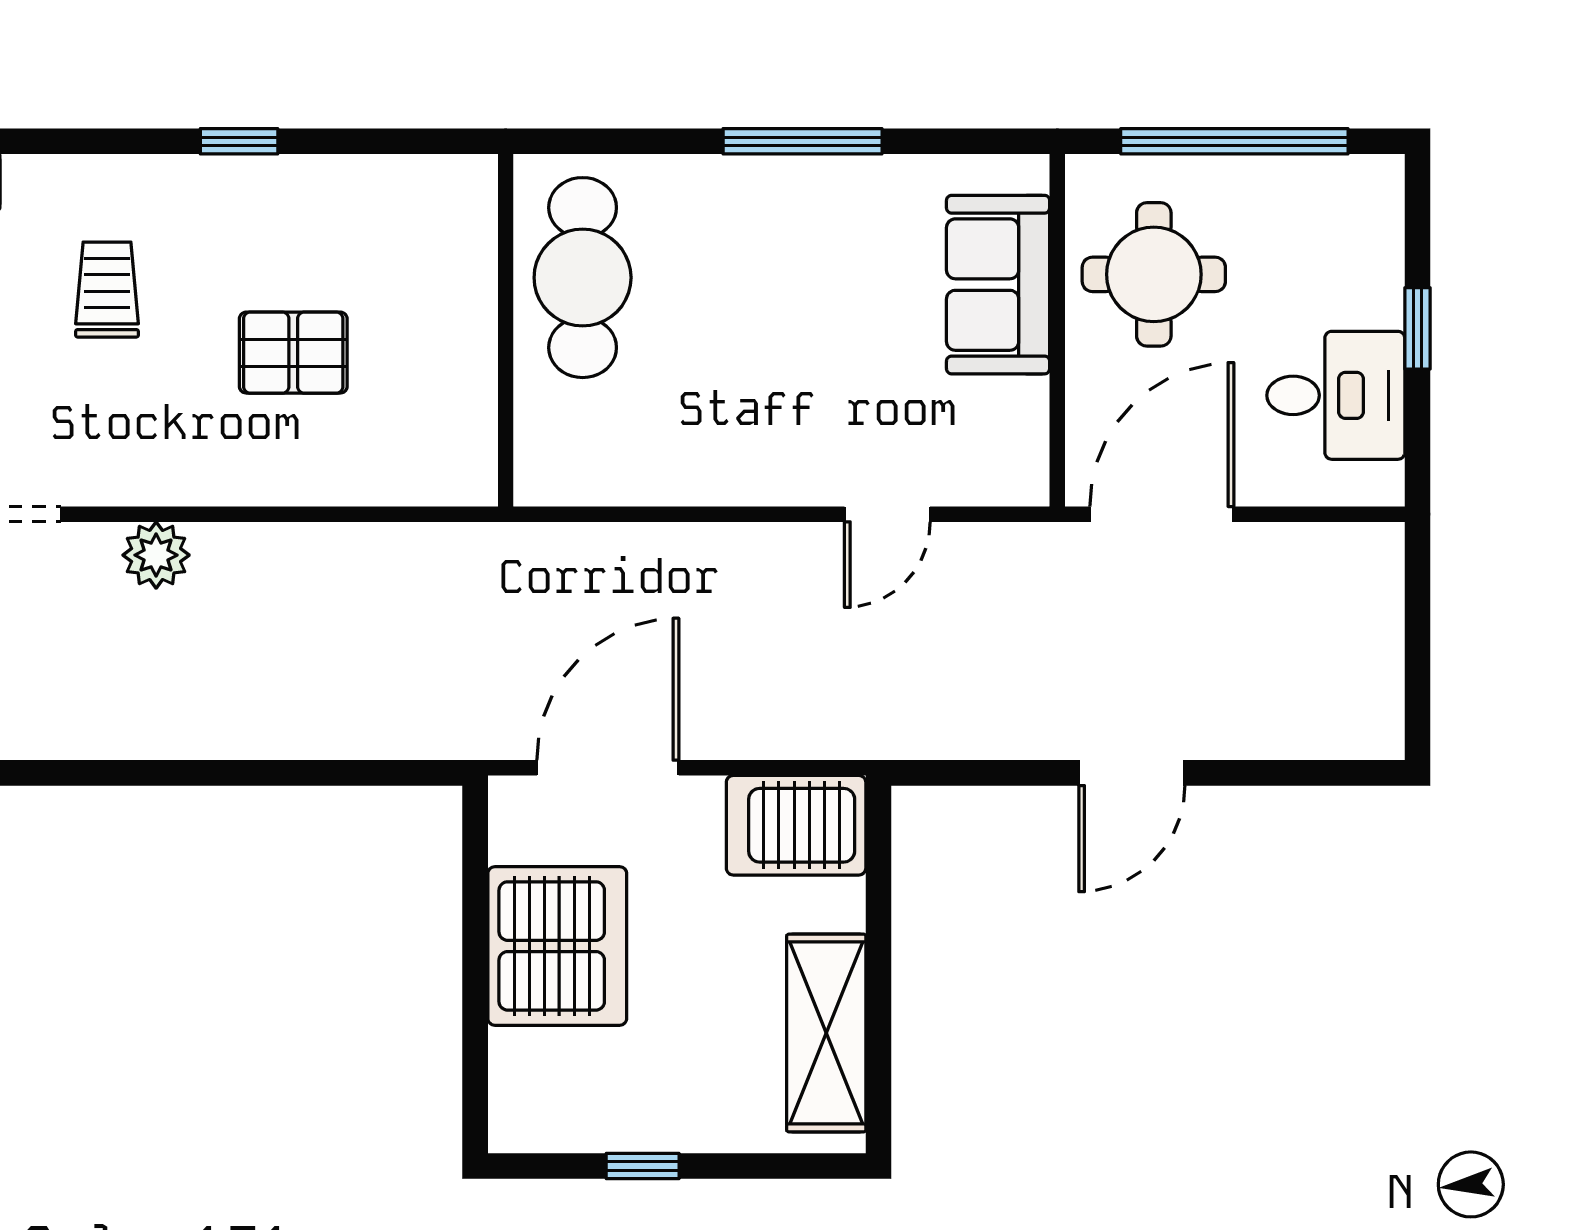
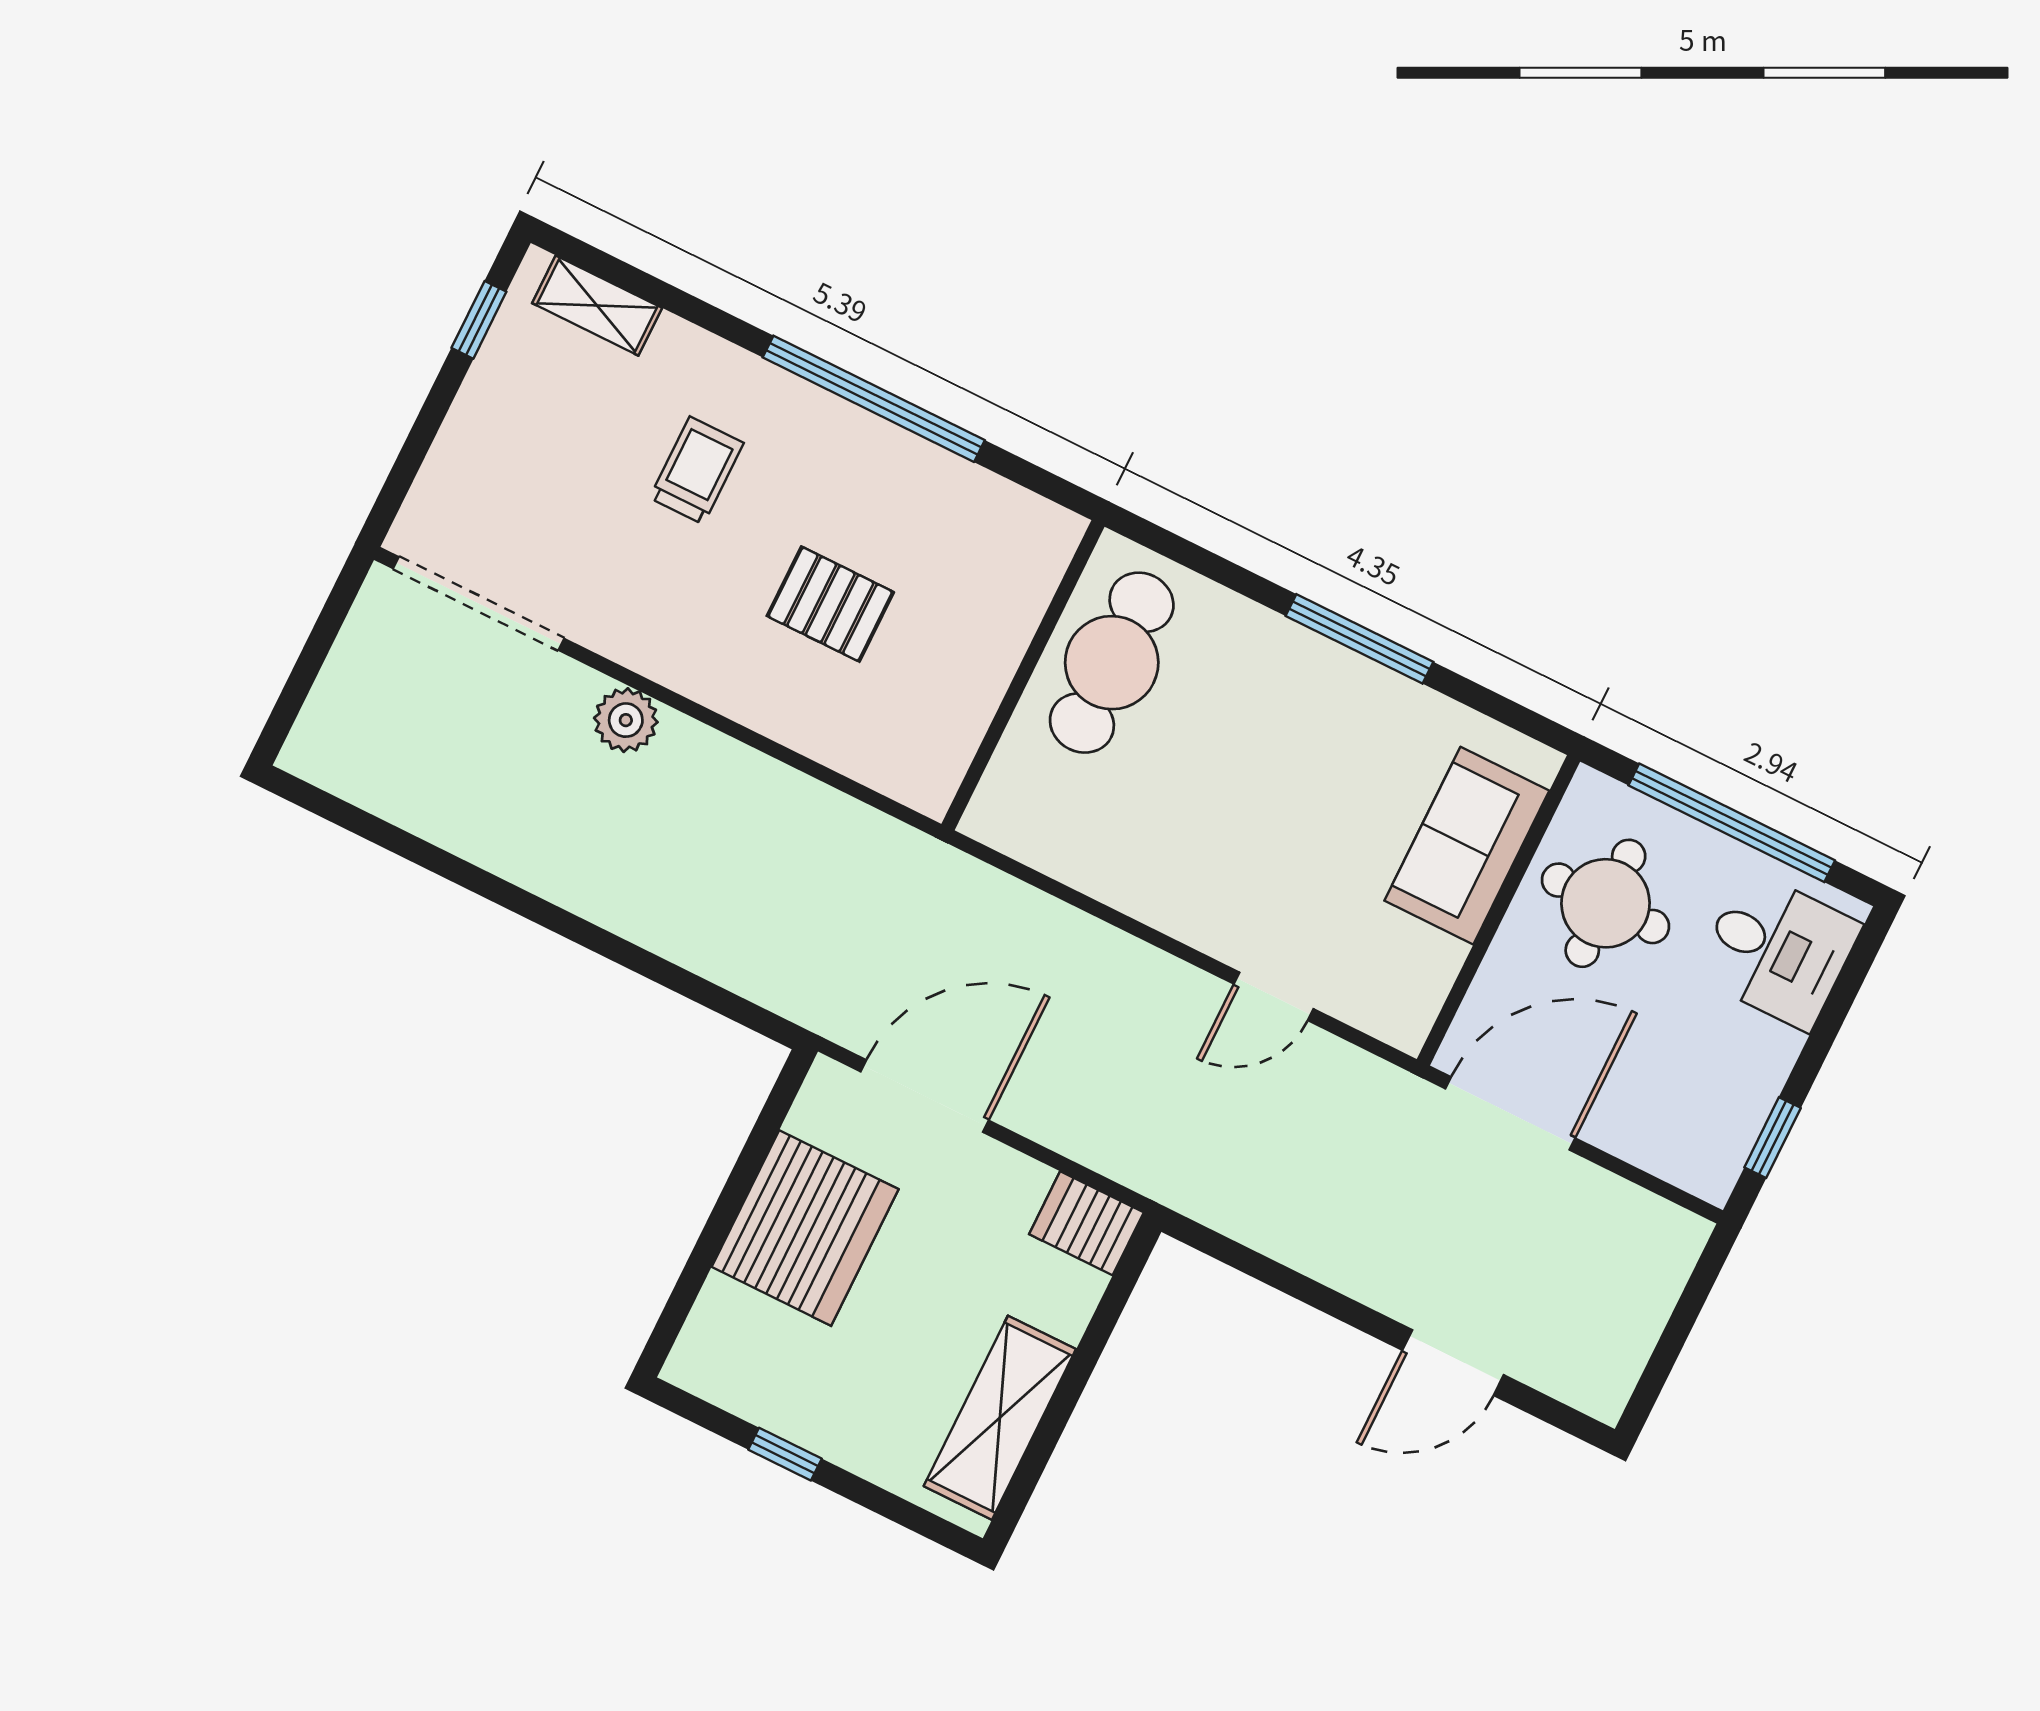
window: (239, 141) -> (874, 399), width x3.17
window: (1418, 328) -> (1773, 1138), moved
desk: (1336, 395) -> (1778, 950), moved
door: (1132, 773) -> (1453, 1363), moved
server rack: (796, 825) -> (1086, 1223), width x0.73, depth x0.70

